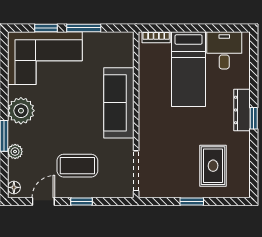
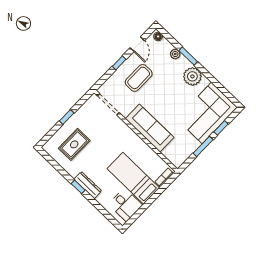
rug: (213, 166) -> (74, 144), turned 90

